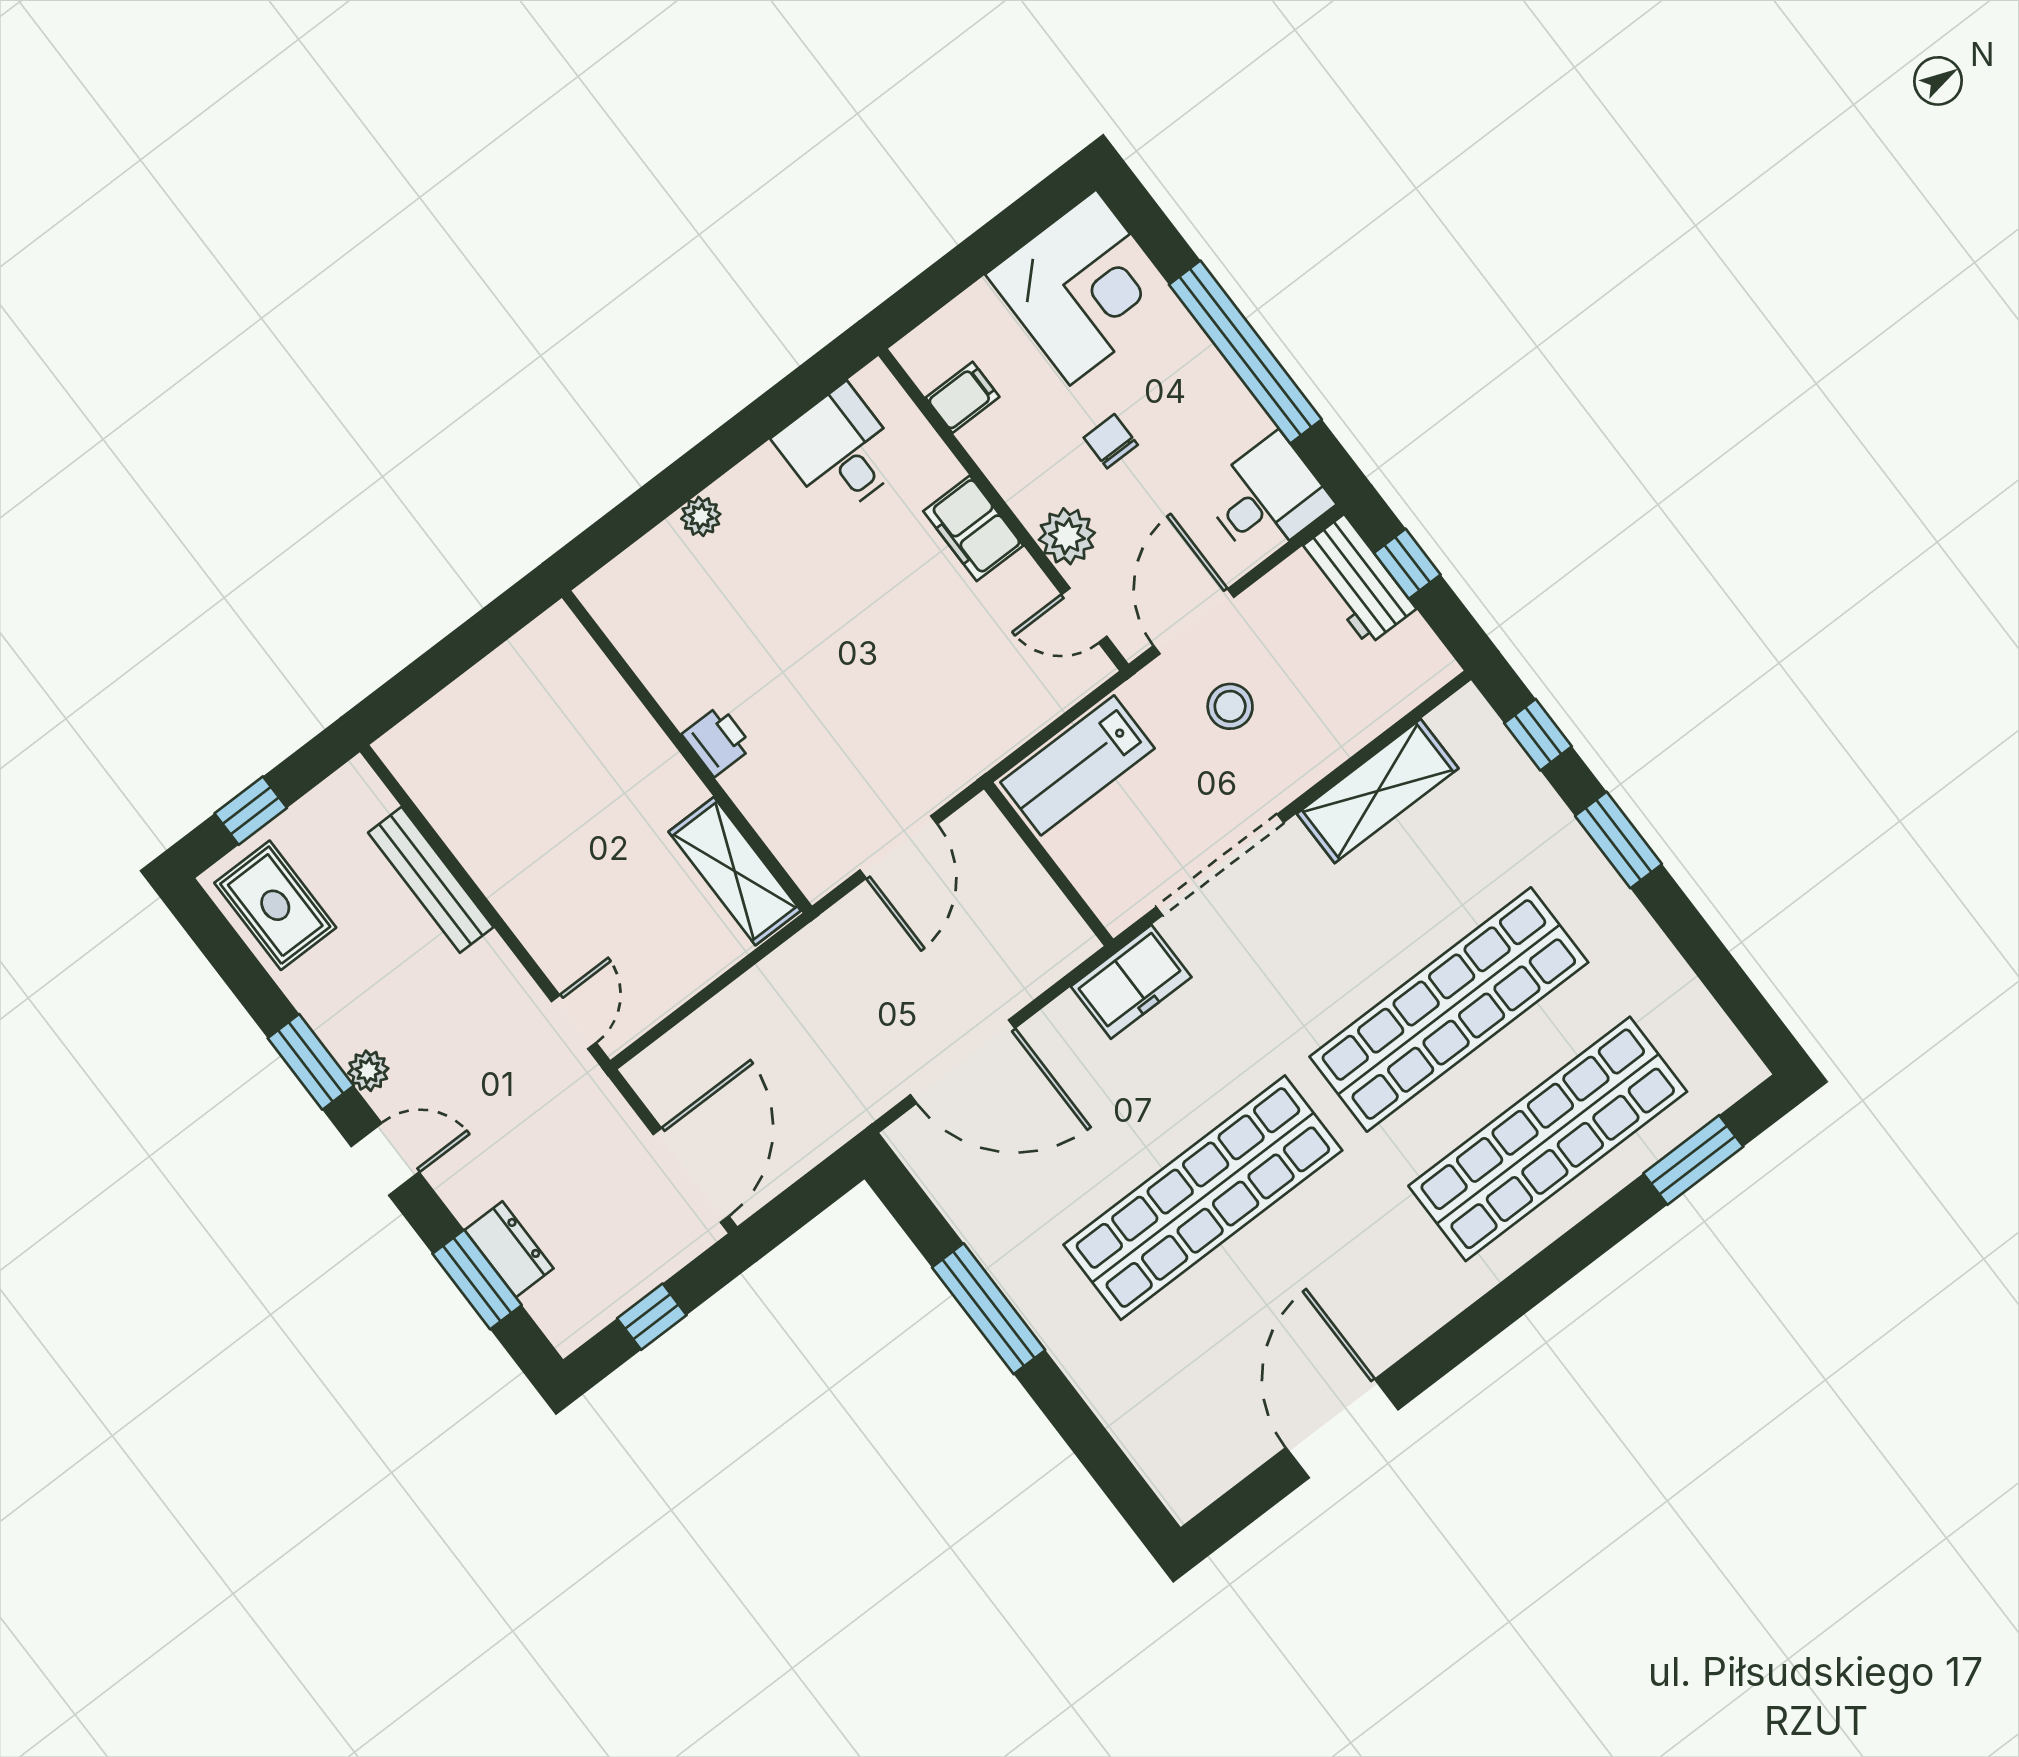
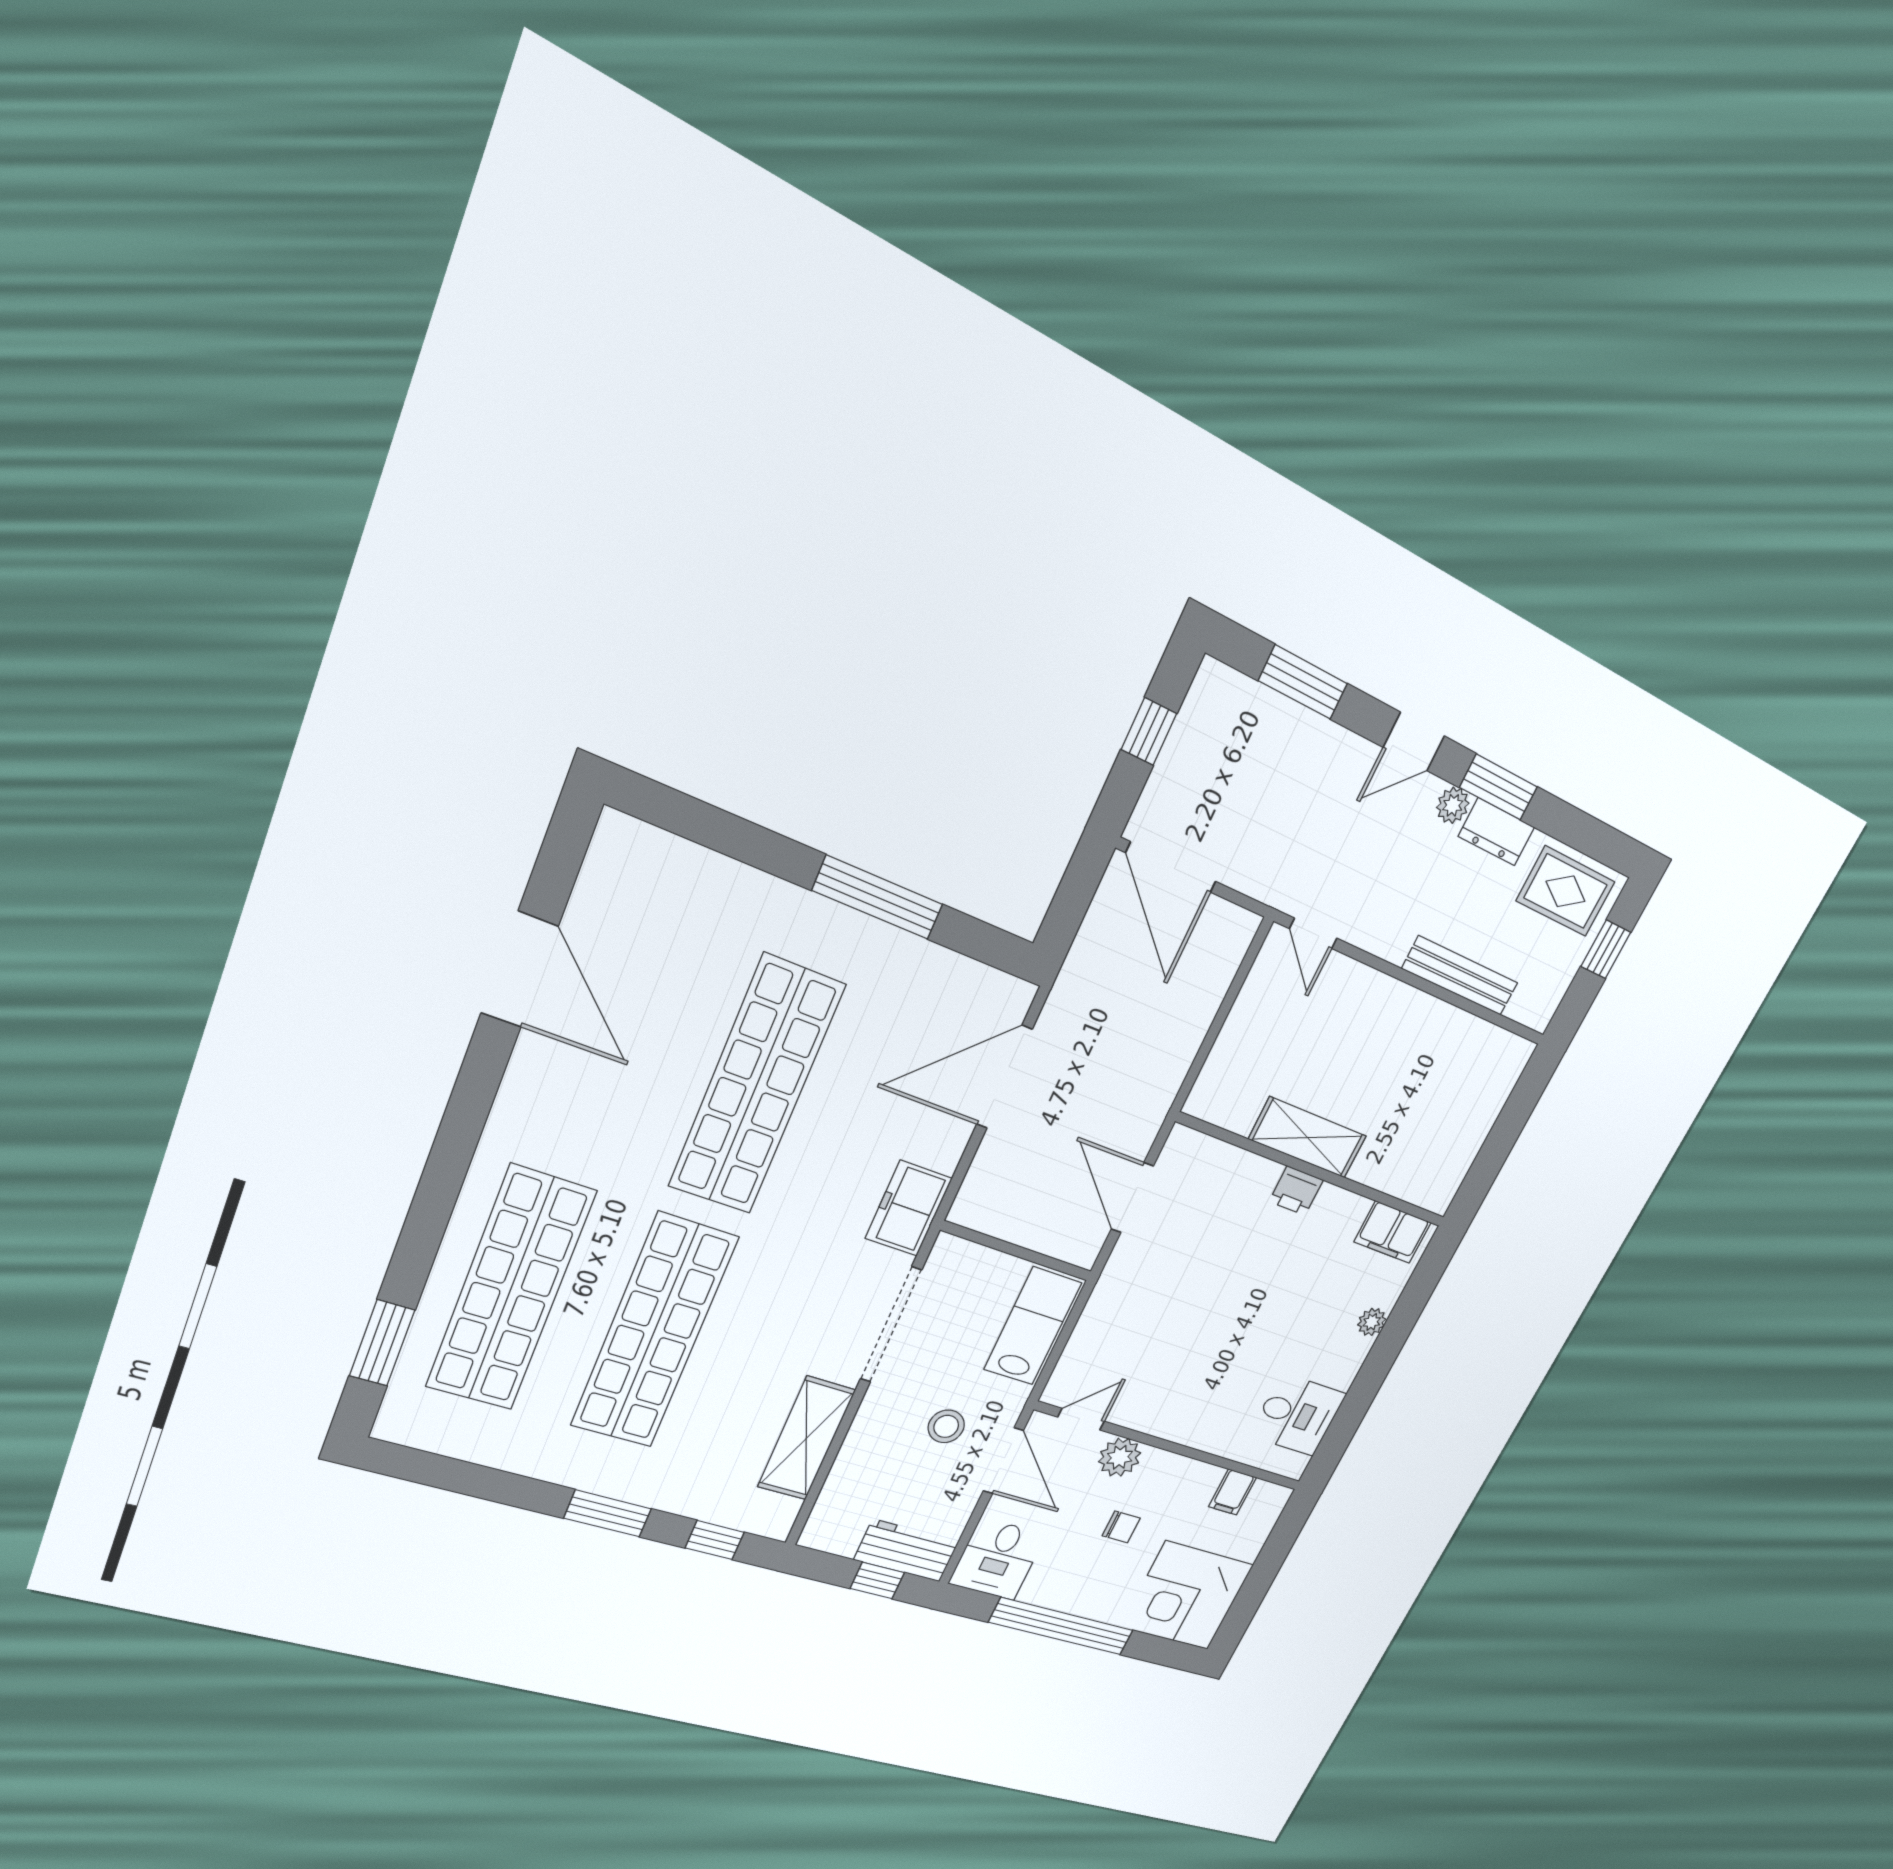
filing cabinet: (973, 528) -> (1393, 1232), moved, turned 180
shelving: (735, 871) -> (1308, 1138), moved
dresser: (509, 1249) -> (1496, 832), moved

